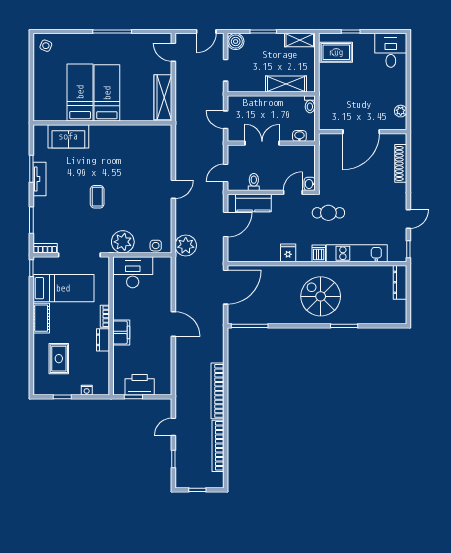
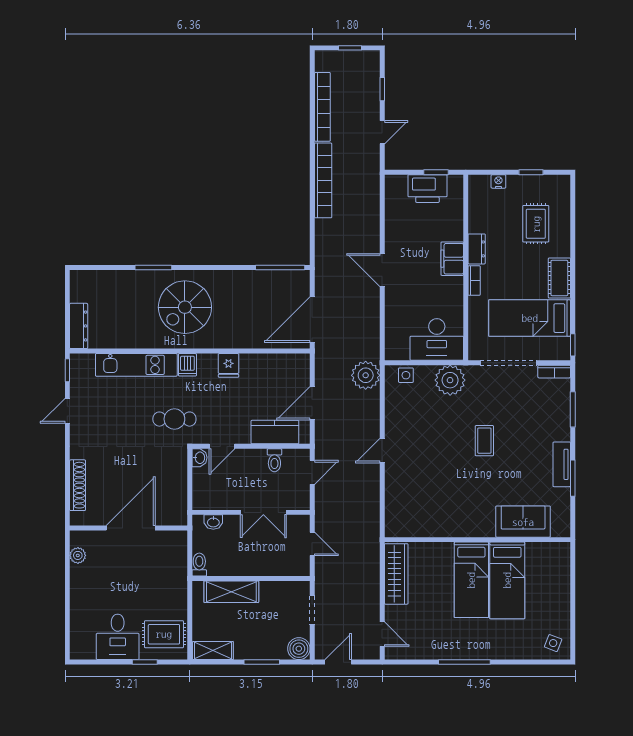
desk: (391, 50) -> (118, 637), moved
spiral stairs: (321, 296) -> (185, 307), turned 90

